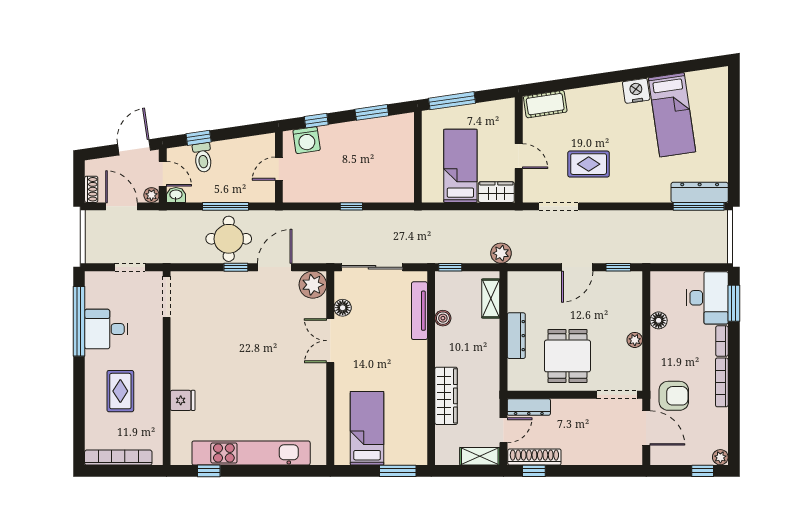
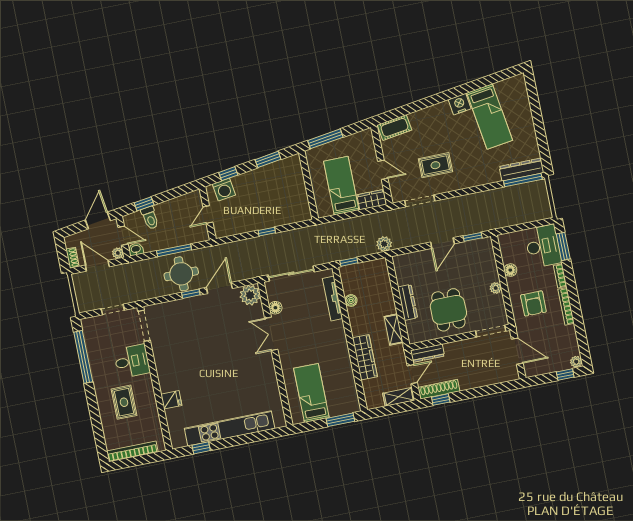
shelving: (491, 299) -> (394, 329), moved
desk: (106, 329) -> (132, 361), moved, turned 180
armchair: (674, 396) -> (533, 303), moved, turned 90

